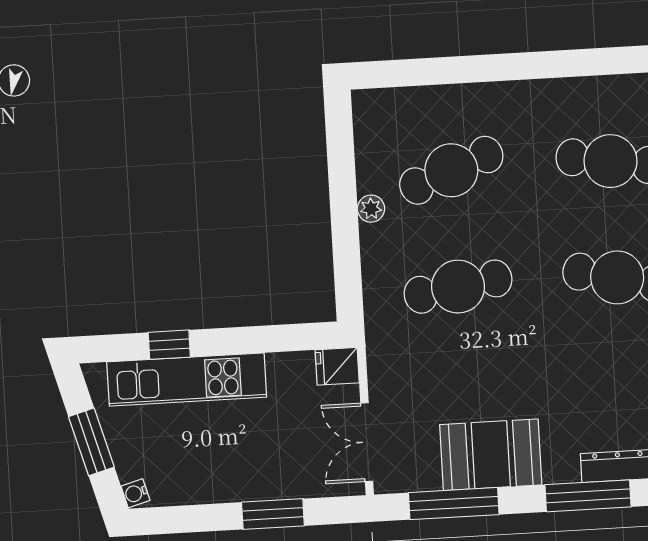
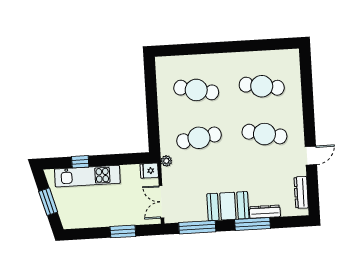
cafe table: (451, 170) -> (196, 90), turned 33
plant: (371, 209) -> (166, 161), moved
booth: (491, 455) -> (228, 206), moved
water cooler: (135, 493) -> (66, 223), removed

